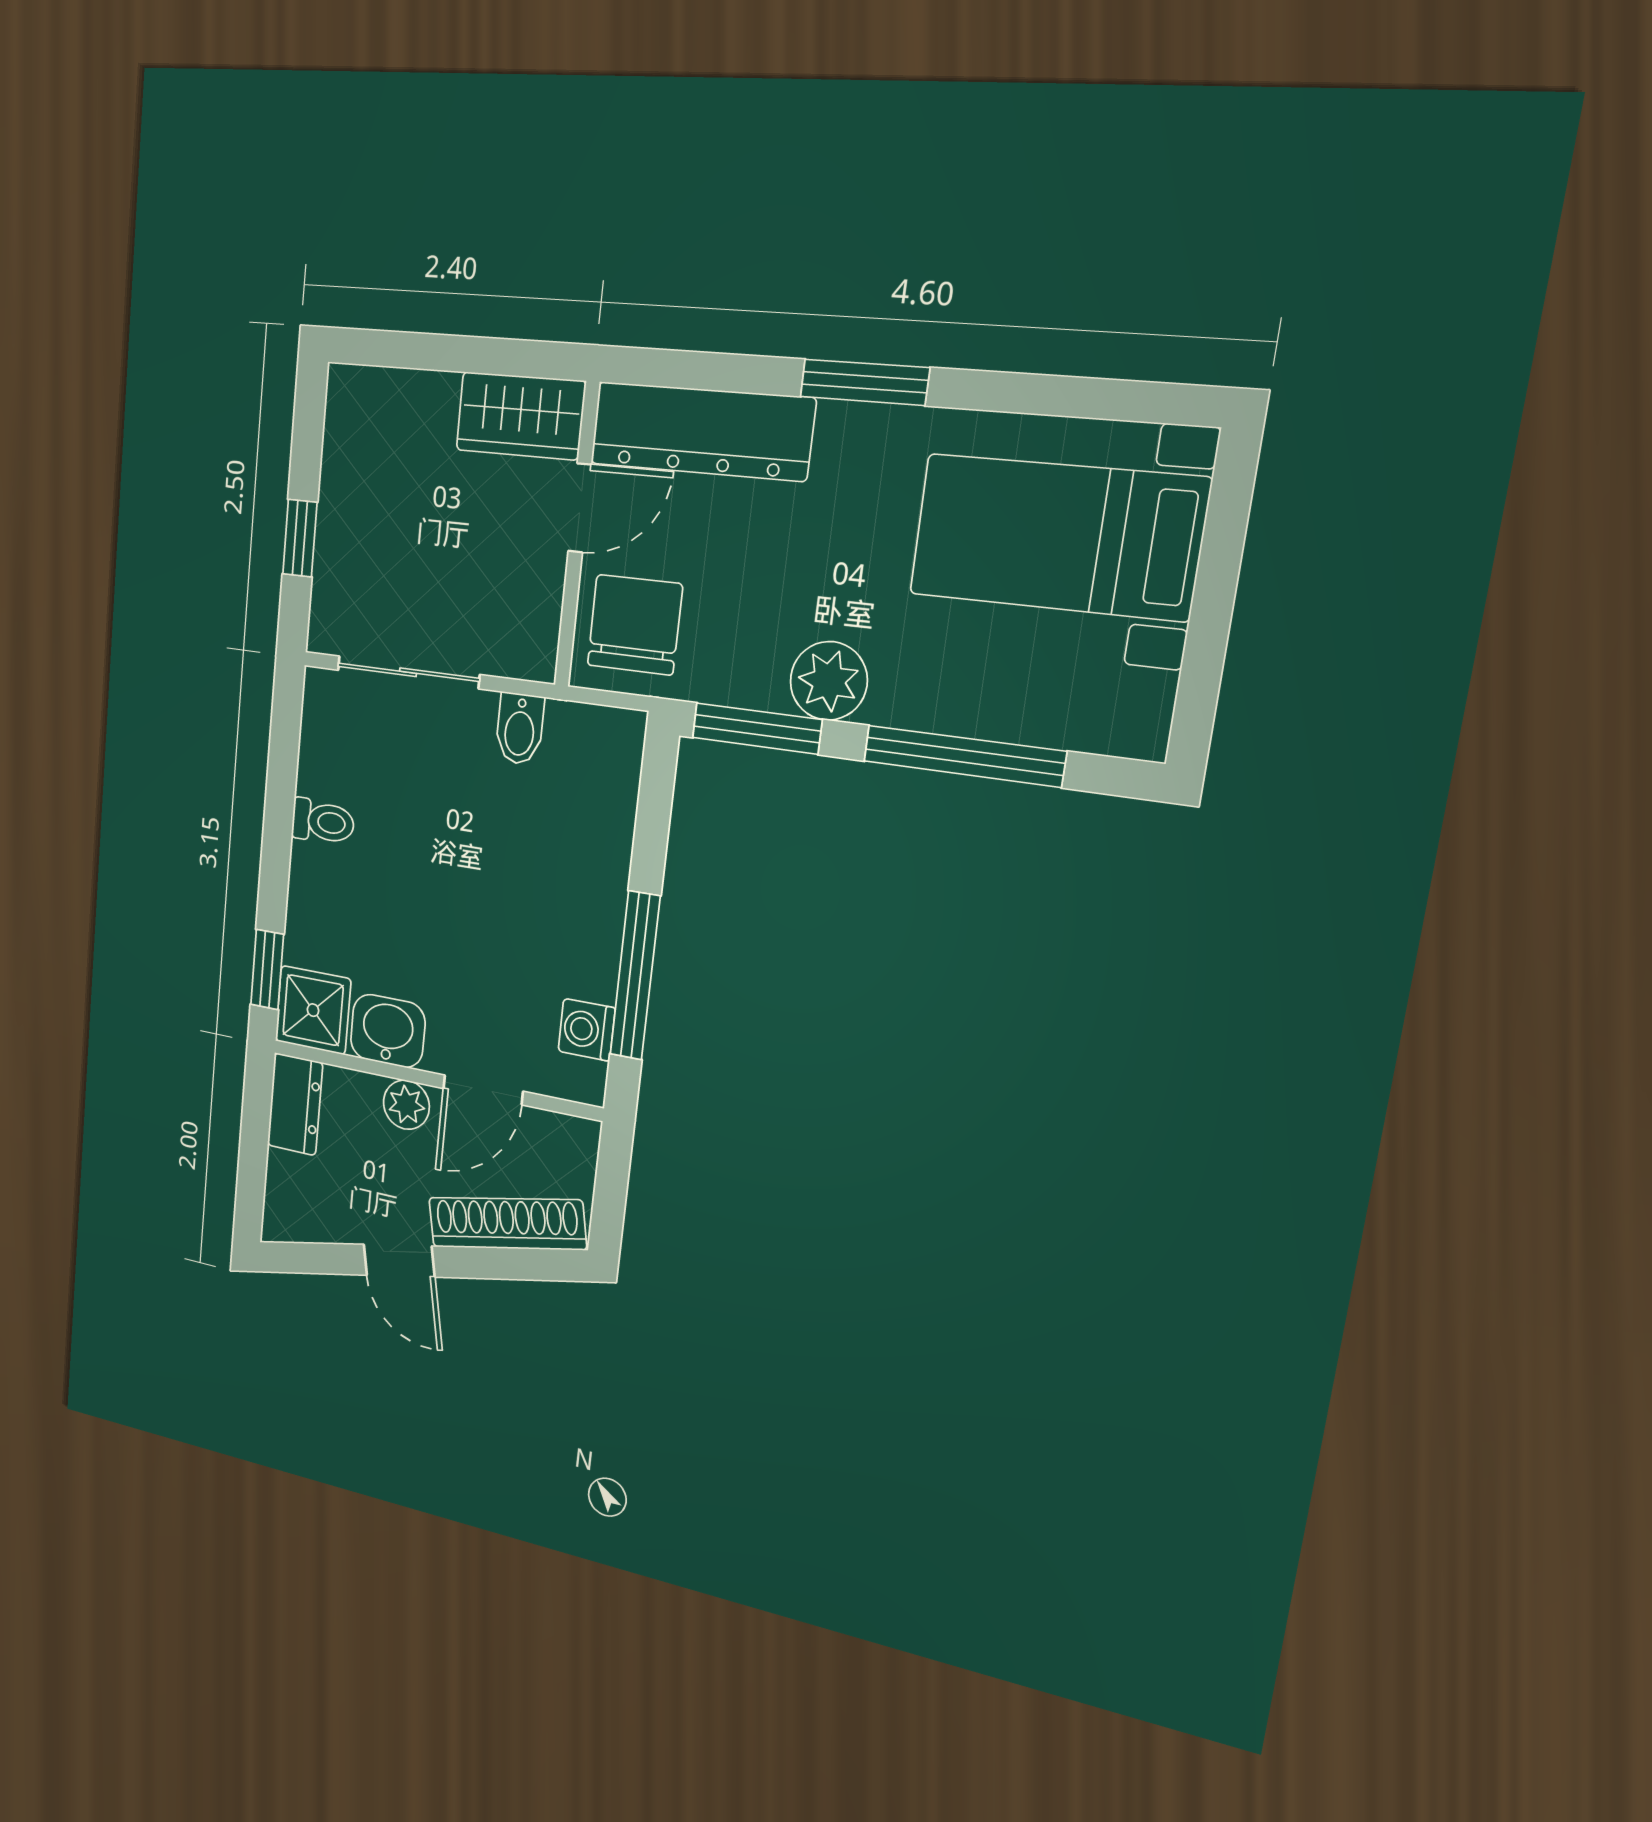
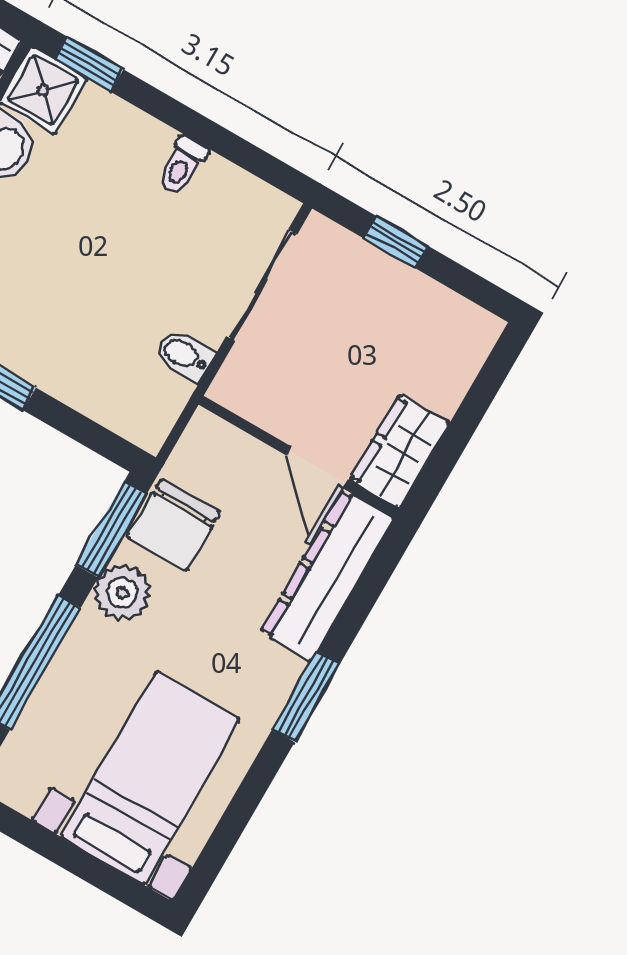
chair: (635, 625) -> (174, 525), moved, turned 90

